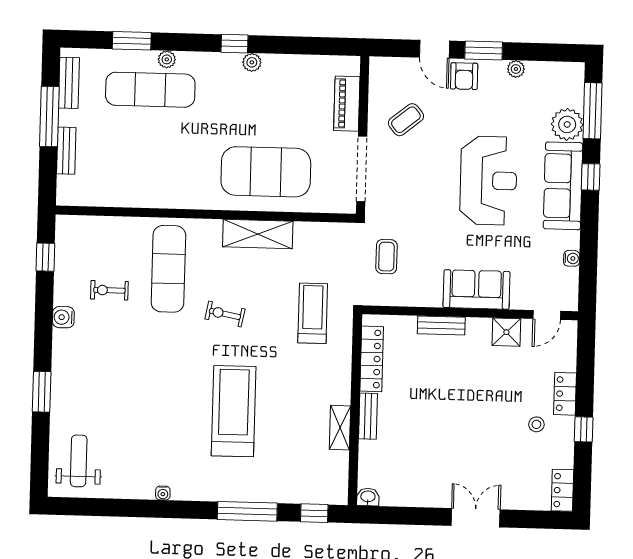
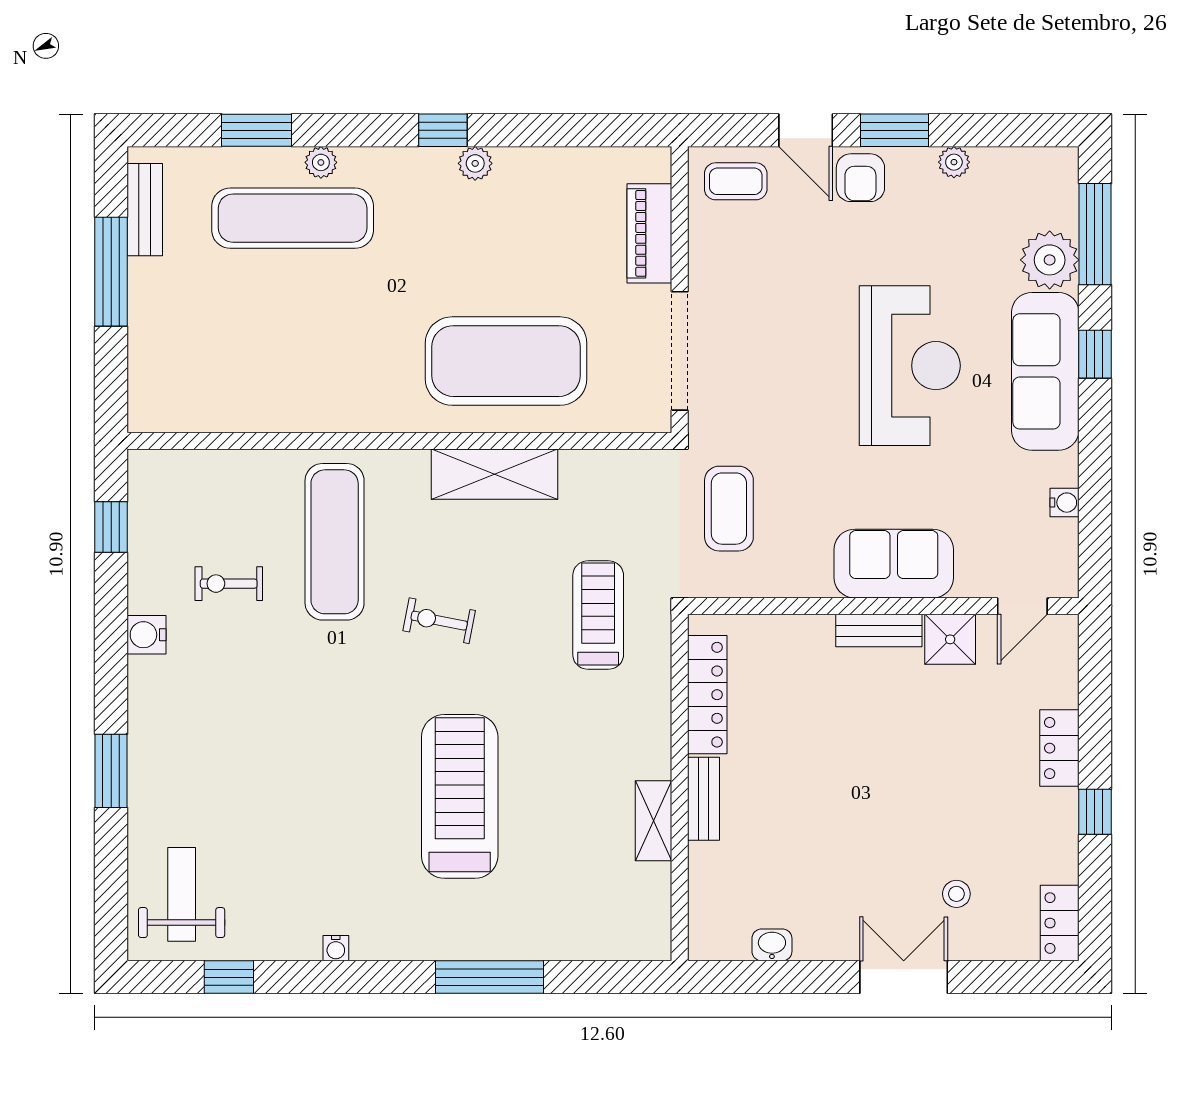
coffee table: (406, 120) -> (736, 181), moved, turned 39
bench: (66, 151) -> (143, 333), removed
coffee table: (386, 257) -> (729, 509), width x1.36, depth x1.30
bench: (441, 325) -> (879, 631), moved
stool: (536, 424) -> (956, 894), moved
washbasin: (368, 497) -> (772, 945), moved
window: (314, 513) -> (229, 977), moved

